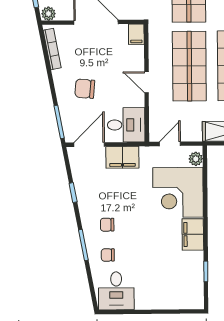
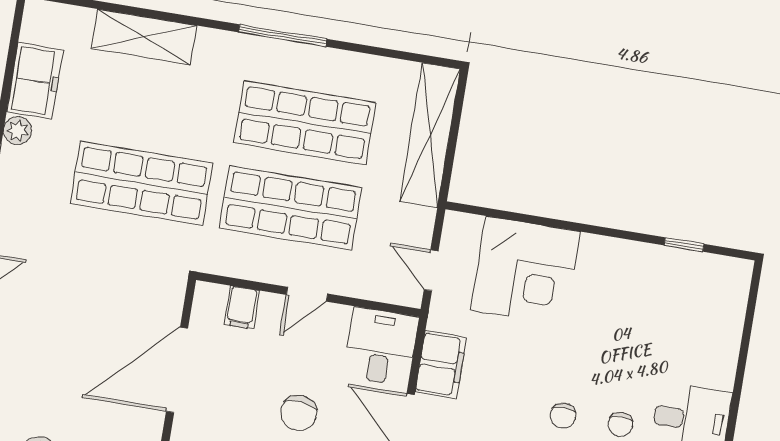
filing cabinet: (136, 34) -> (242, 307), moved, turned 90
plant: (196, 159) -> (468, 226), removed
filing cabinet: (193, 234) -> (610, 257), removed

